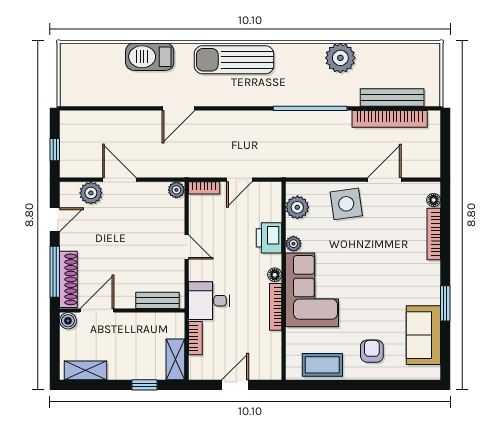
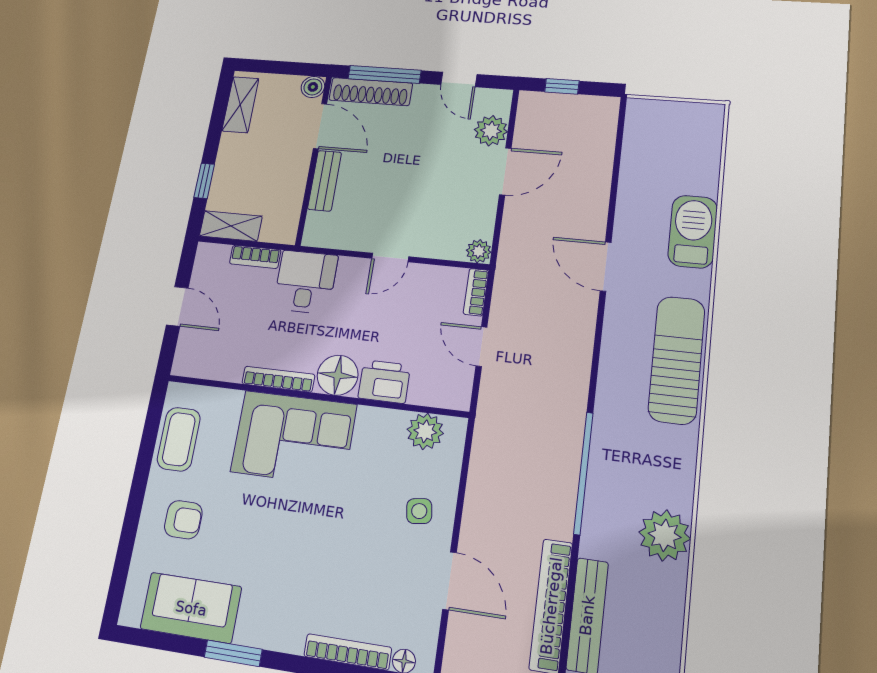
side table: (346, 204) -> (419, 511), width x0.54, depth x0.54
plant: (293, 244) -> (369, 418), removed
floor lamp: (275, 275) -> (338, 375), width x1.89, depth x1.89
bench: (158, 300) -> (325, 181), moved

